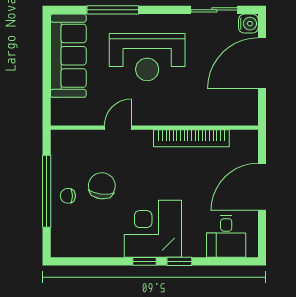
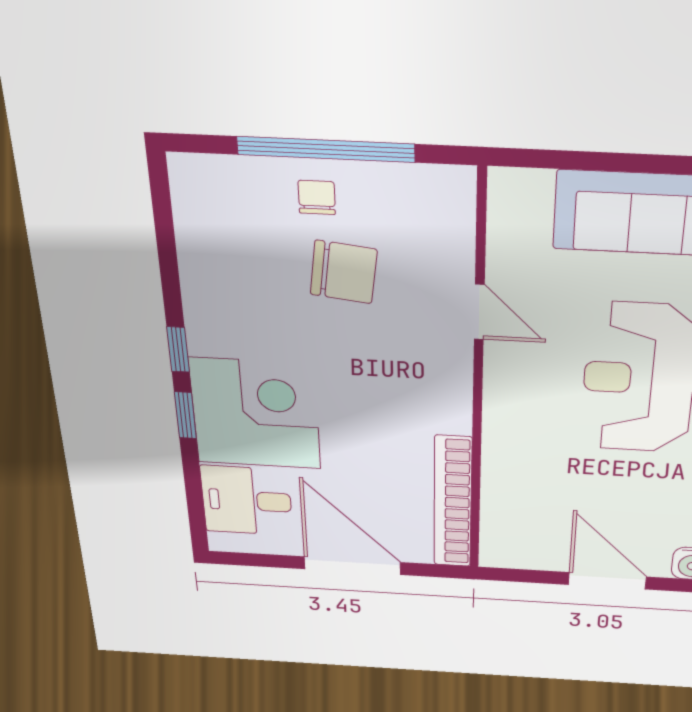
door: (262, 63) -> (607, 581), width x0.73
bookcase: (191, 138) -> (453, 502), moved
corner desk: (153, 229) -> (255, 414), moved

